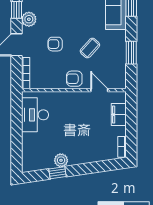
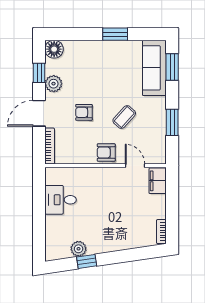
desk: (35, 115) -> (61, 200), width x0.73
filing cabinet: (119, 115) -> (158, 181), moved
plant: (61, 160) -> (79, 249), moved

